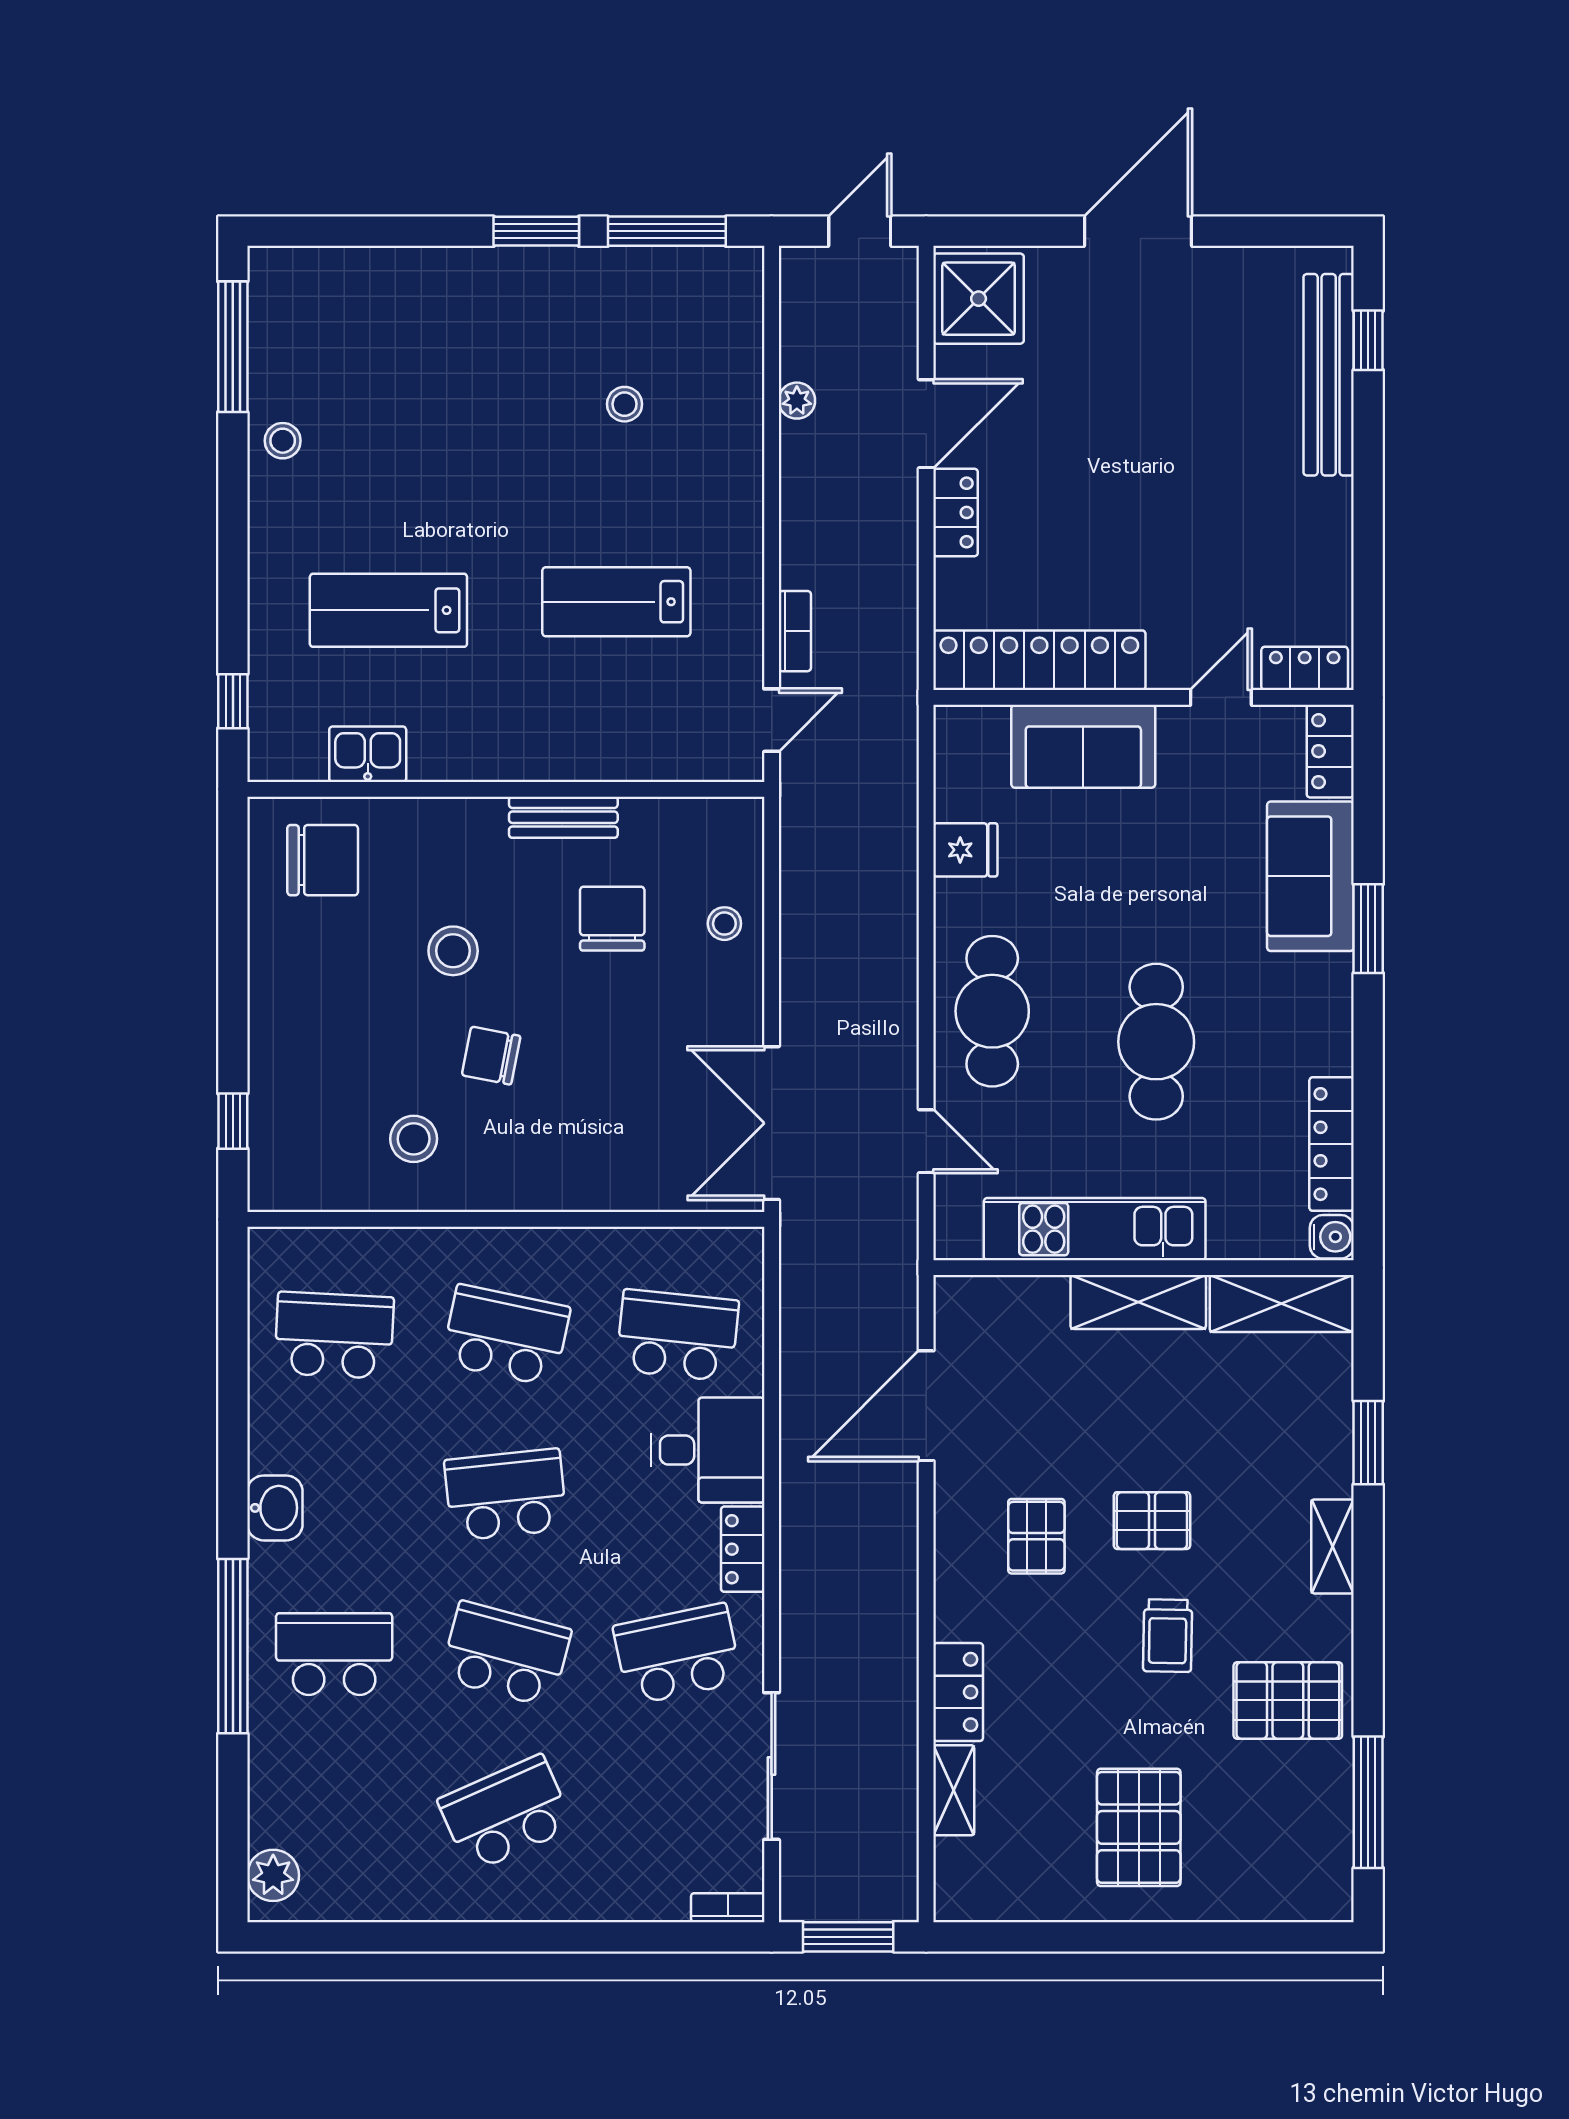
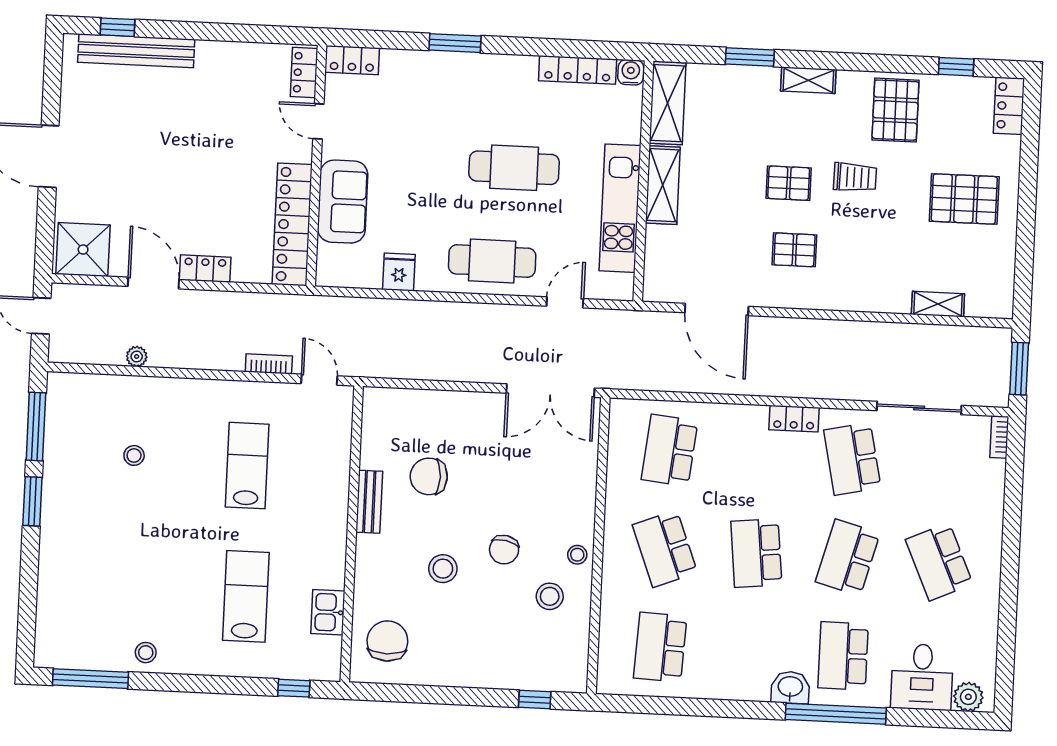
lab bench: (616, 602) -> (247, 466), turned 180
lab bench: (388, 610) -> (246, 596), turned 180
sofa: (1310, 876) -> (423, 75), removed
stool: (724, 924) -> (577, 555), moved
school desk: (506, 1335) -> (665, 549), turned -33
desk: (708, 1450) -> (922, 677), moved, turned 180
washbasin: (275, 1508) -> (790, 687), moved
pallet: (1152, 1521) -> (789, 183), turned 90
locker: (958, 1692) -> (1009, 106), moved, turned -90
window: (1368, 1802) -> (956, 67), width x0.46

